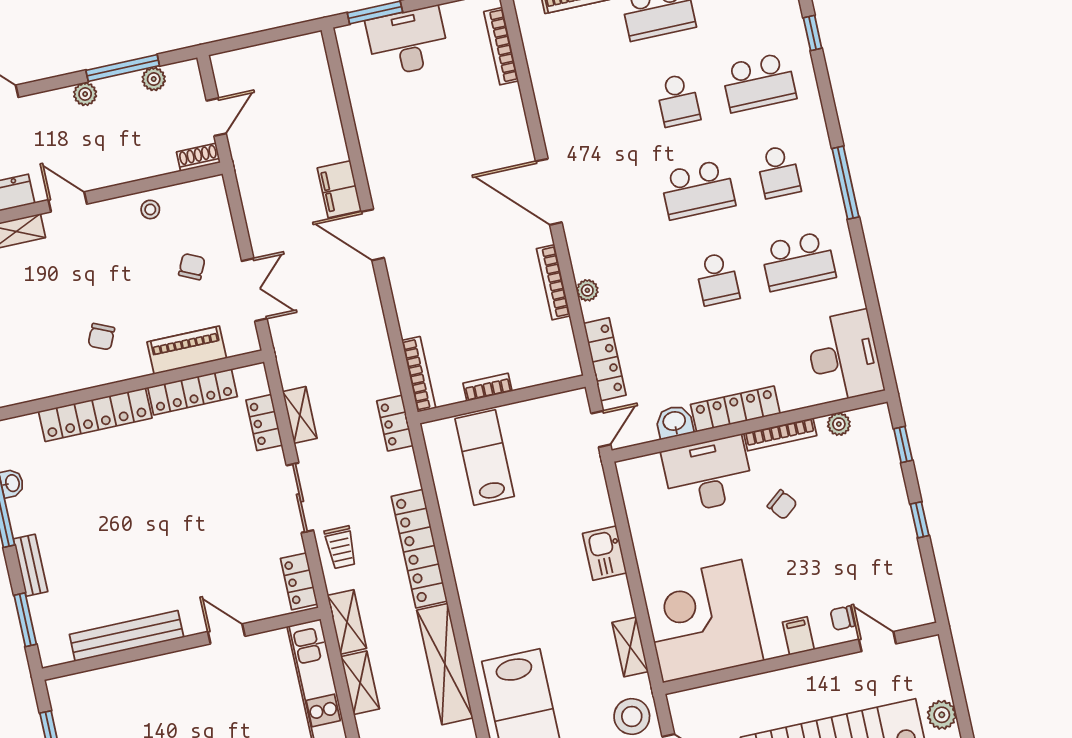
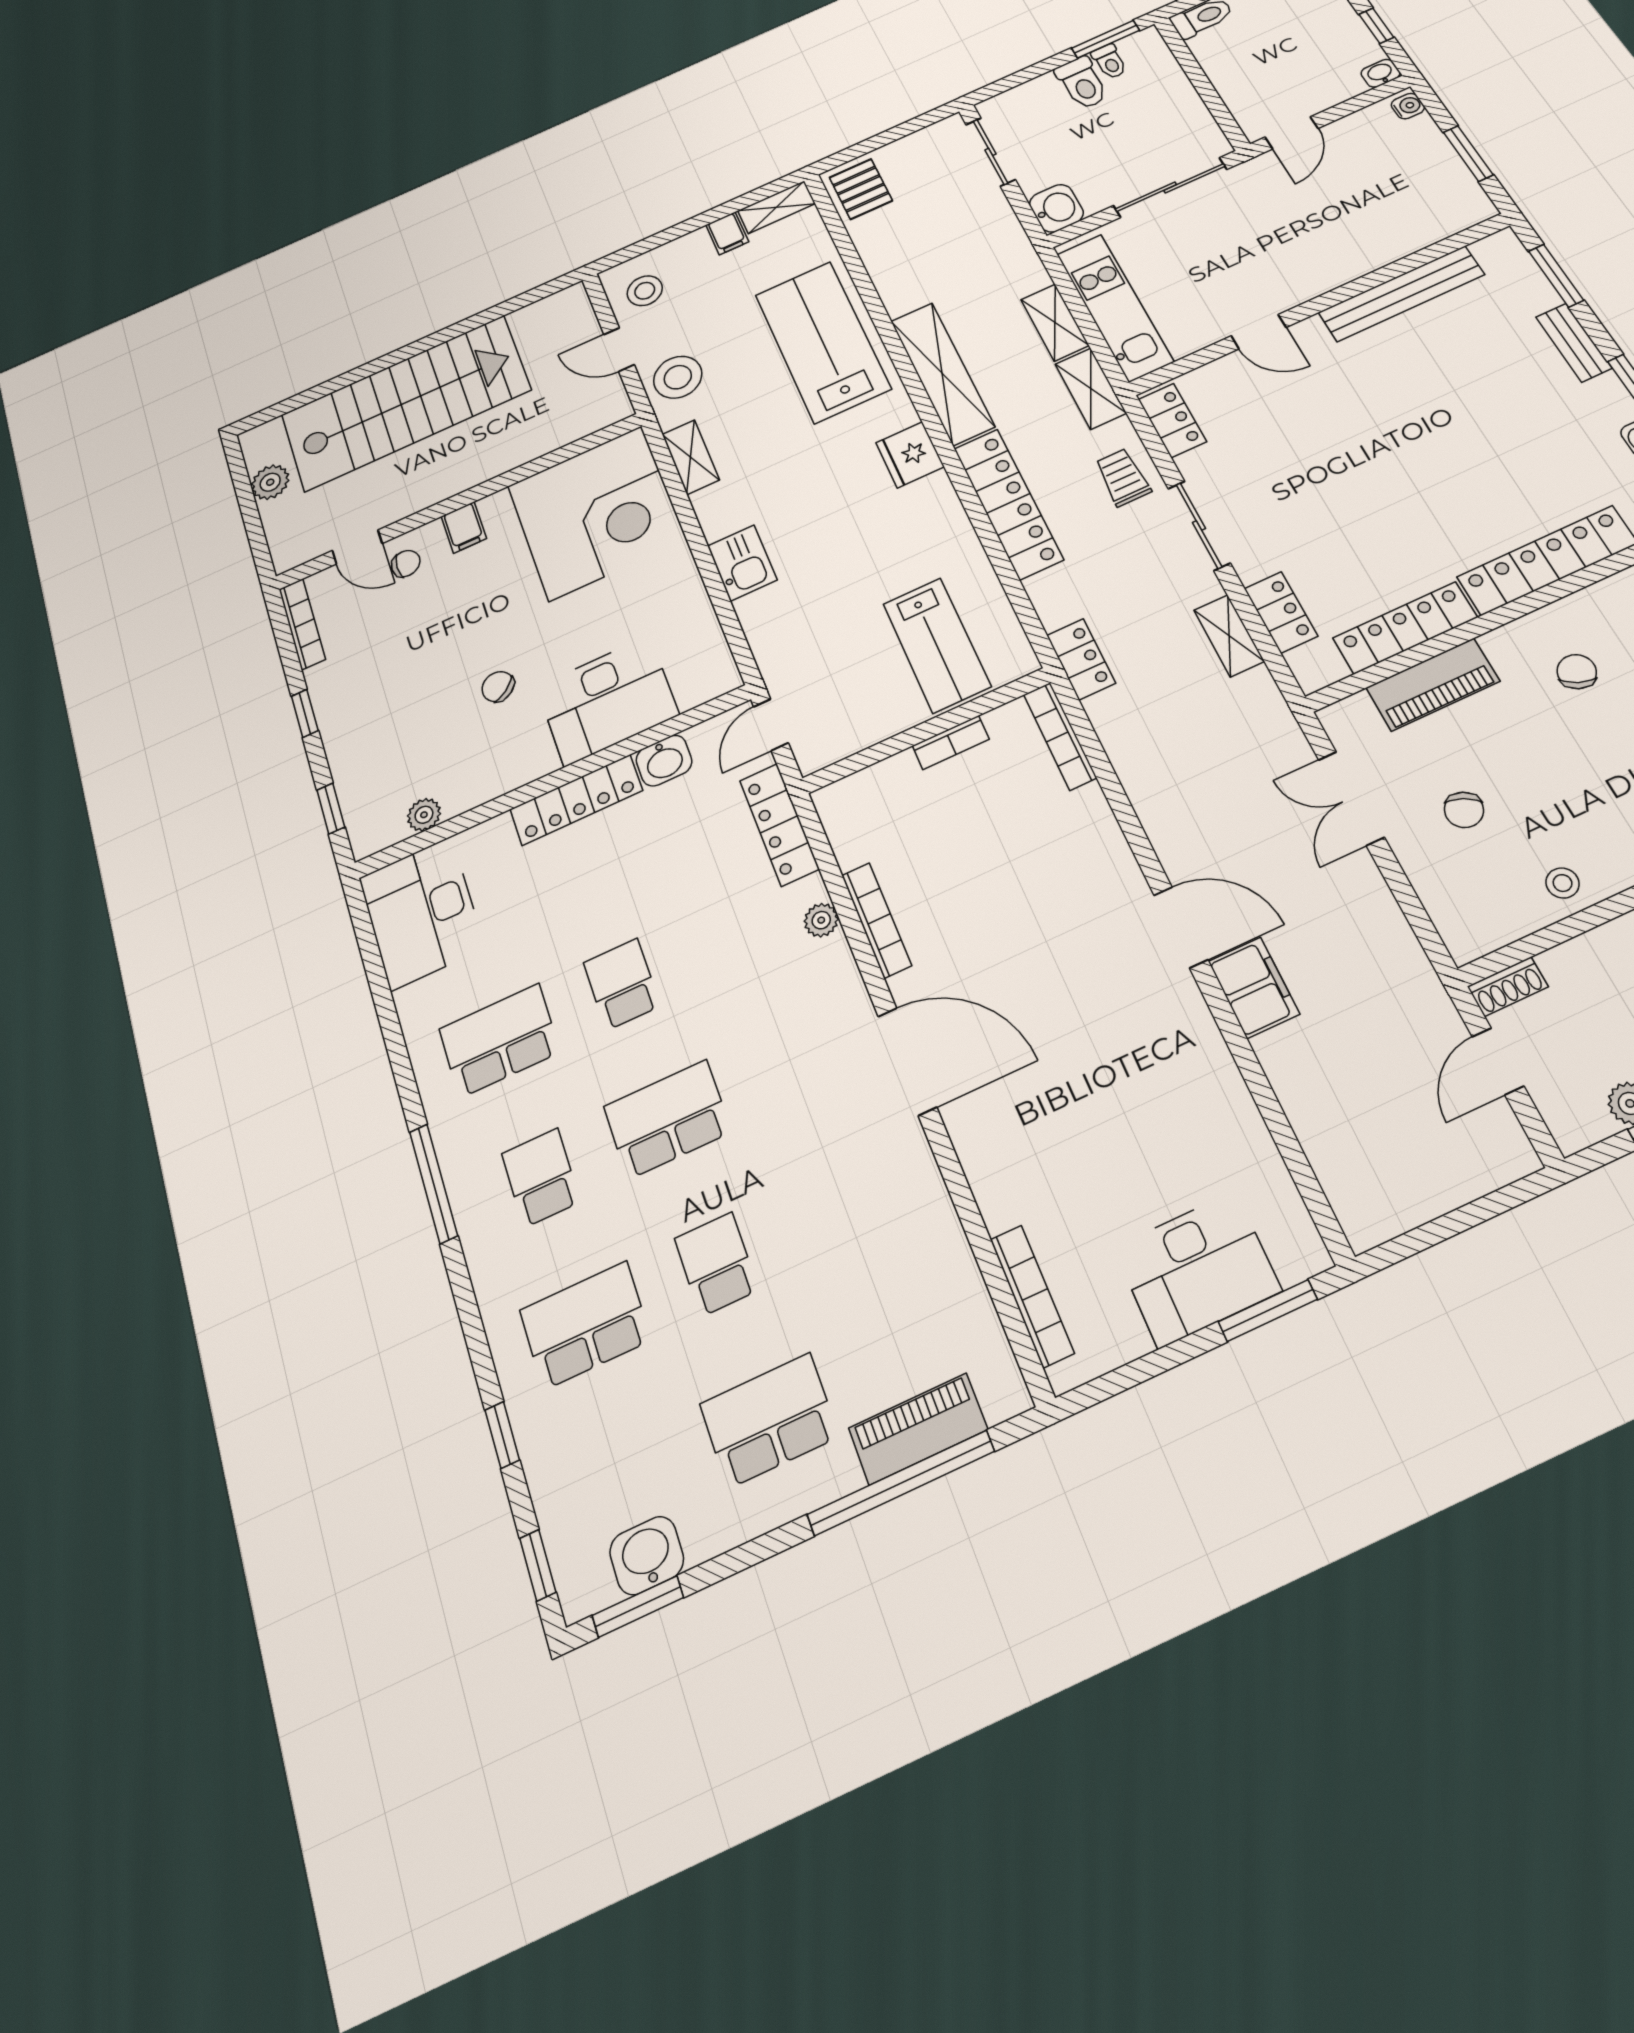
bookcase: (780, 434) -> (302, 624), moved, turned 90
fridge: (478, 605) -> (910, 455), added

